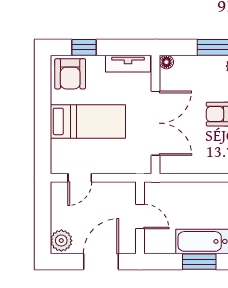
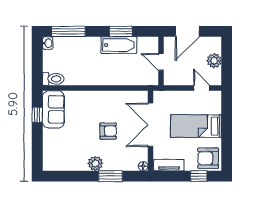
armchair: (70, 74) -> (208, 158), turned -90
door: (80, 178) -> (202, 88), hinge flipped
plant: (61, 241) -> (214, 61), moved

